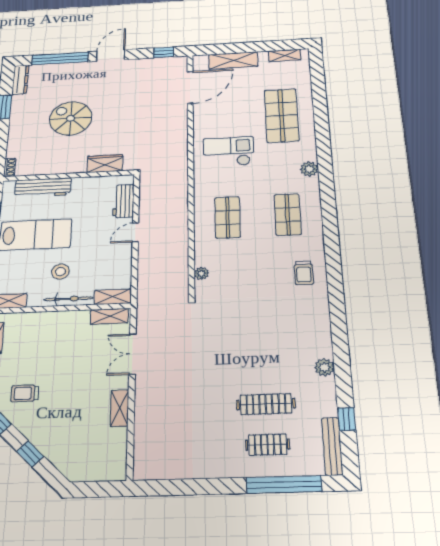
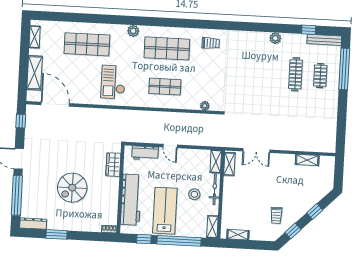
workbench: (43, 188) -> (131, 200), width x1.36, depth x1.32
shop shelf: (288, 215) -> (167, 48), width x1.43, depth x1.36
shelving: (119, 408) -> (307, 160), moved

